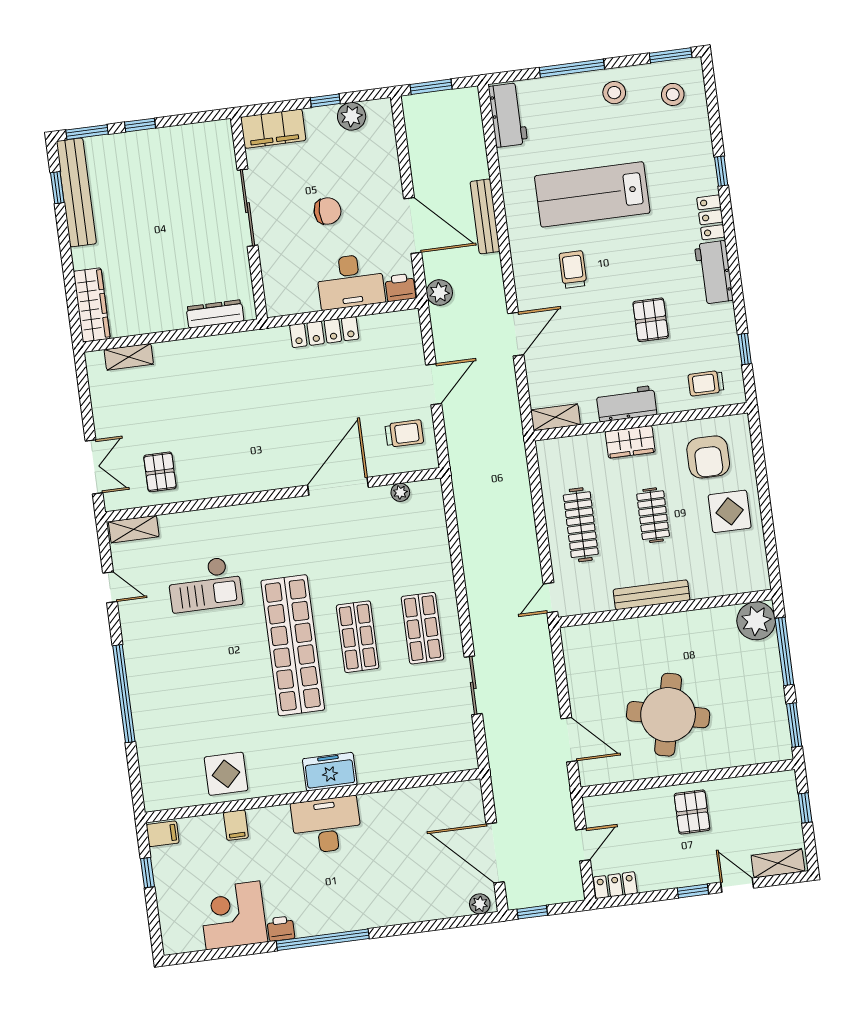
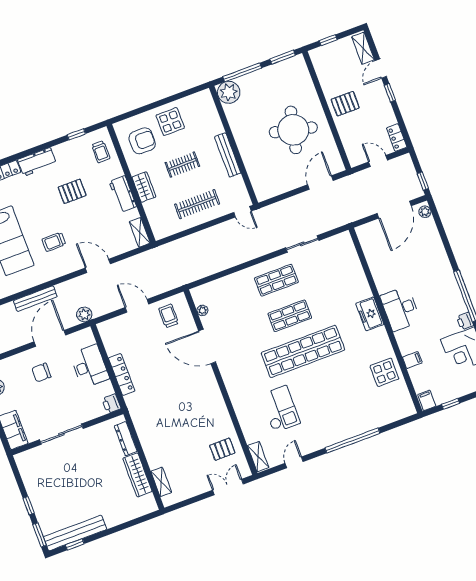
chair: (327, 211) -> (41, 373), moved, turned -90
printer: (400, 288) -> (111, 404), moved
wardrobe: (92, 305) -> (137, 475), moved, turned -90

